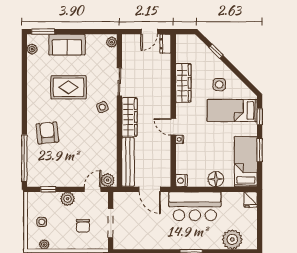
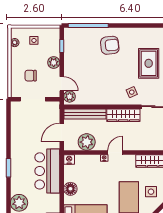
plant: (161, 160) -> (87, 142), added

